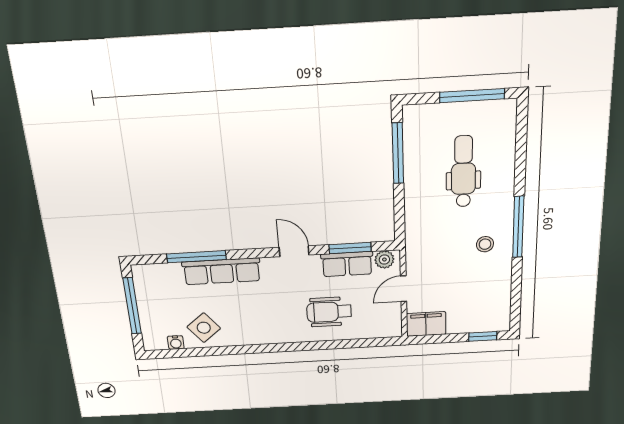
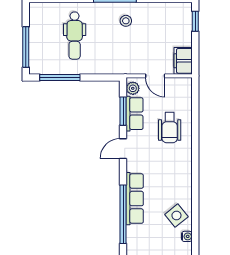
window: (472, 96) -> (26, 47), moved
dental chair: (463, 172) -> (75, 36), turned -90
window: (196, 257) -> (123, 214), width x1.46

